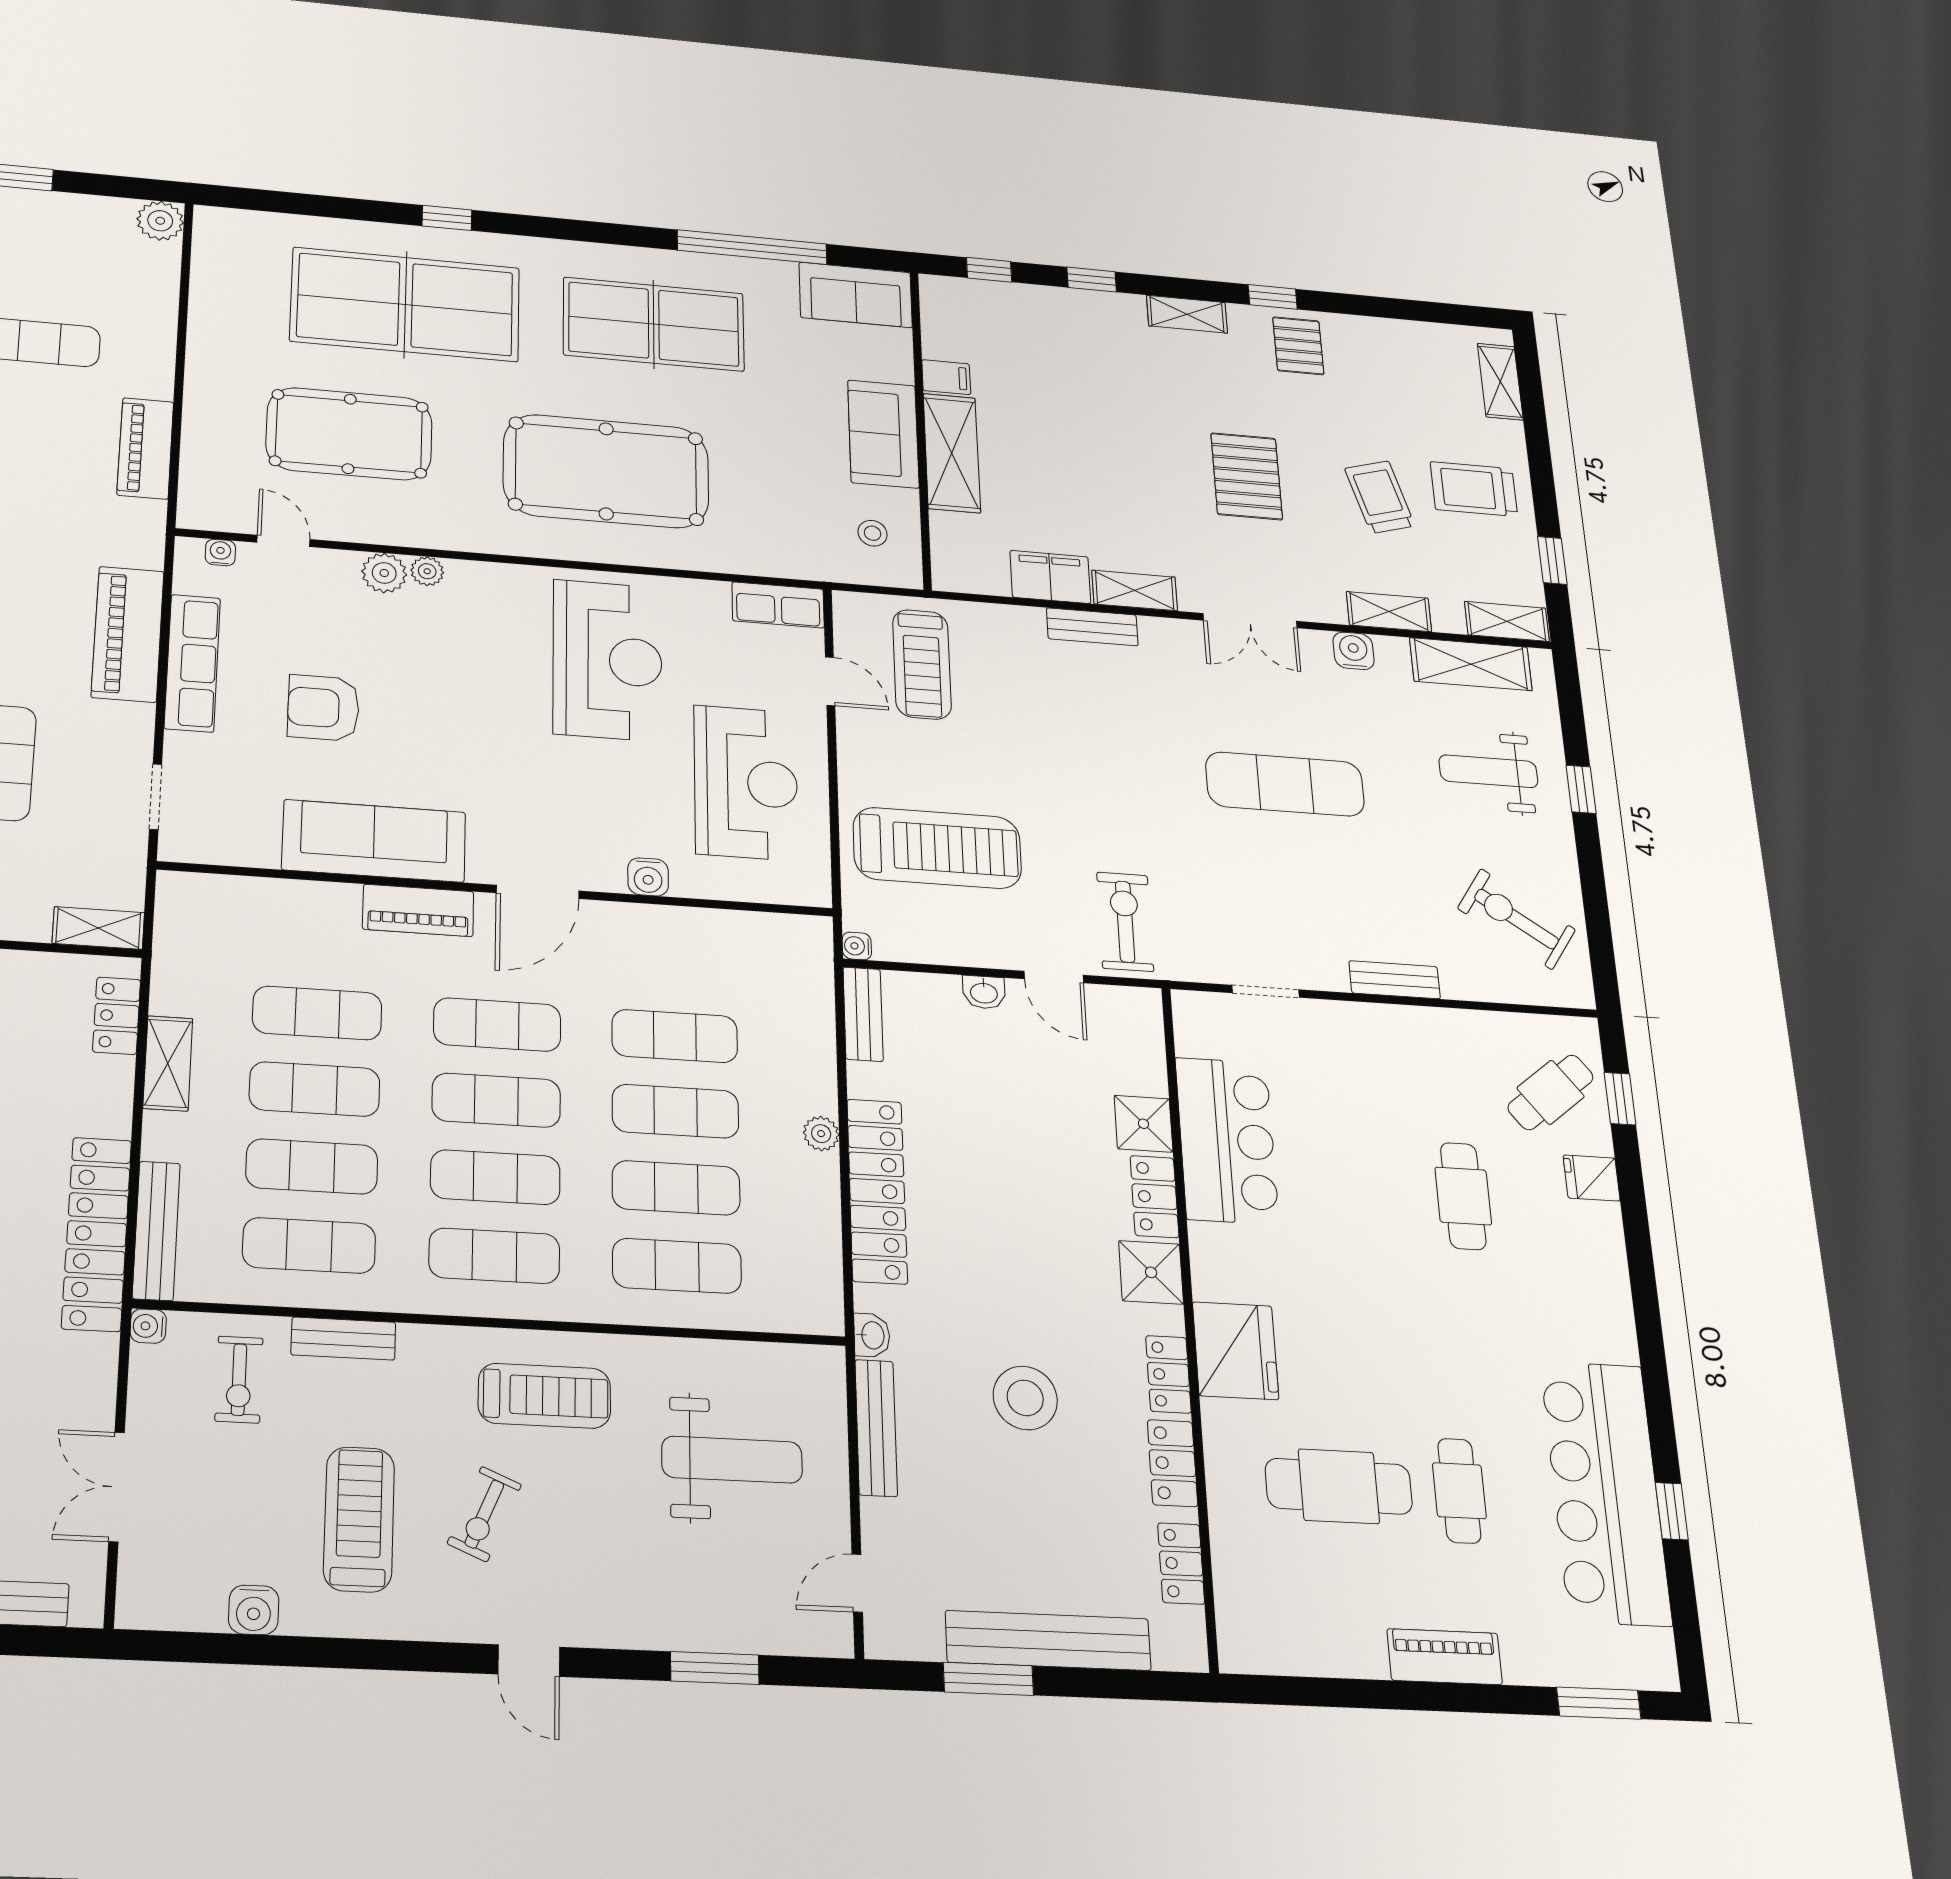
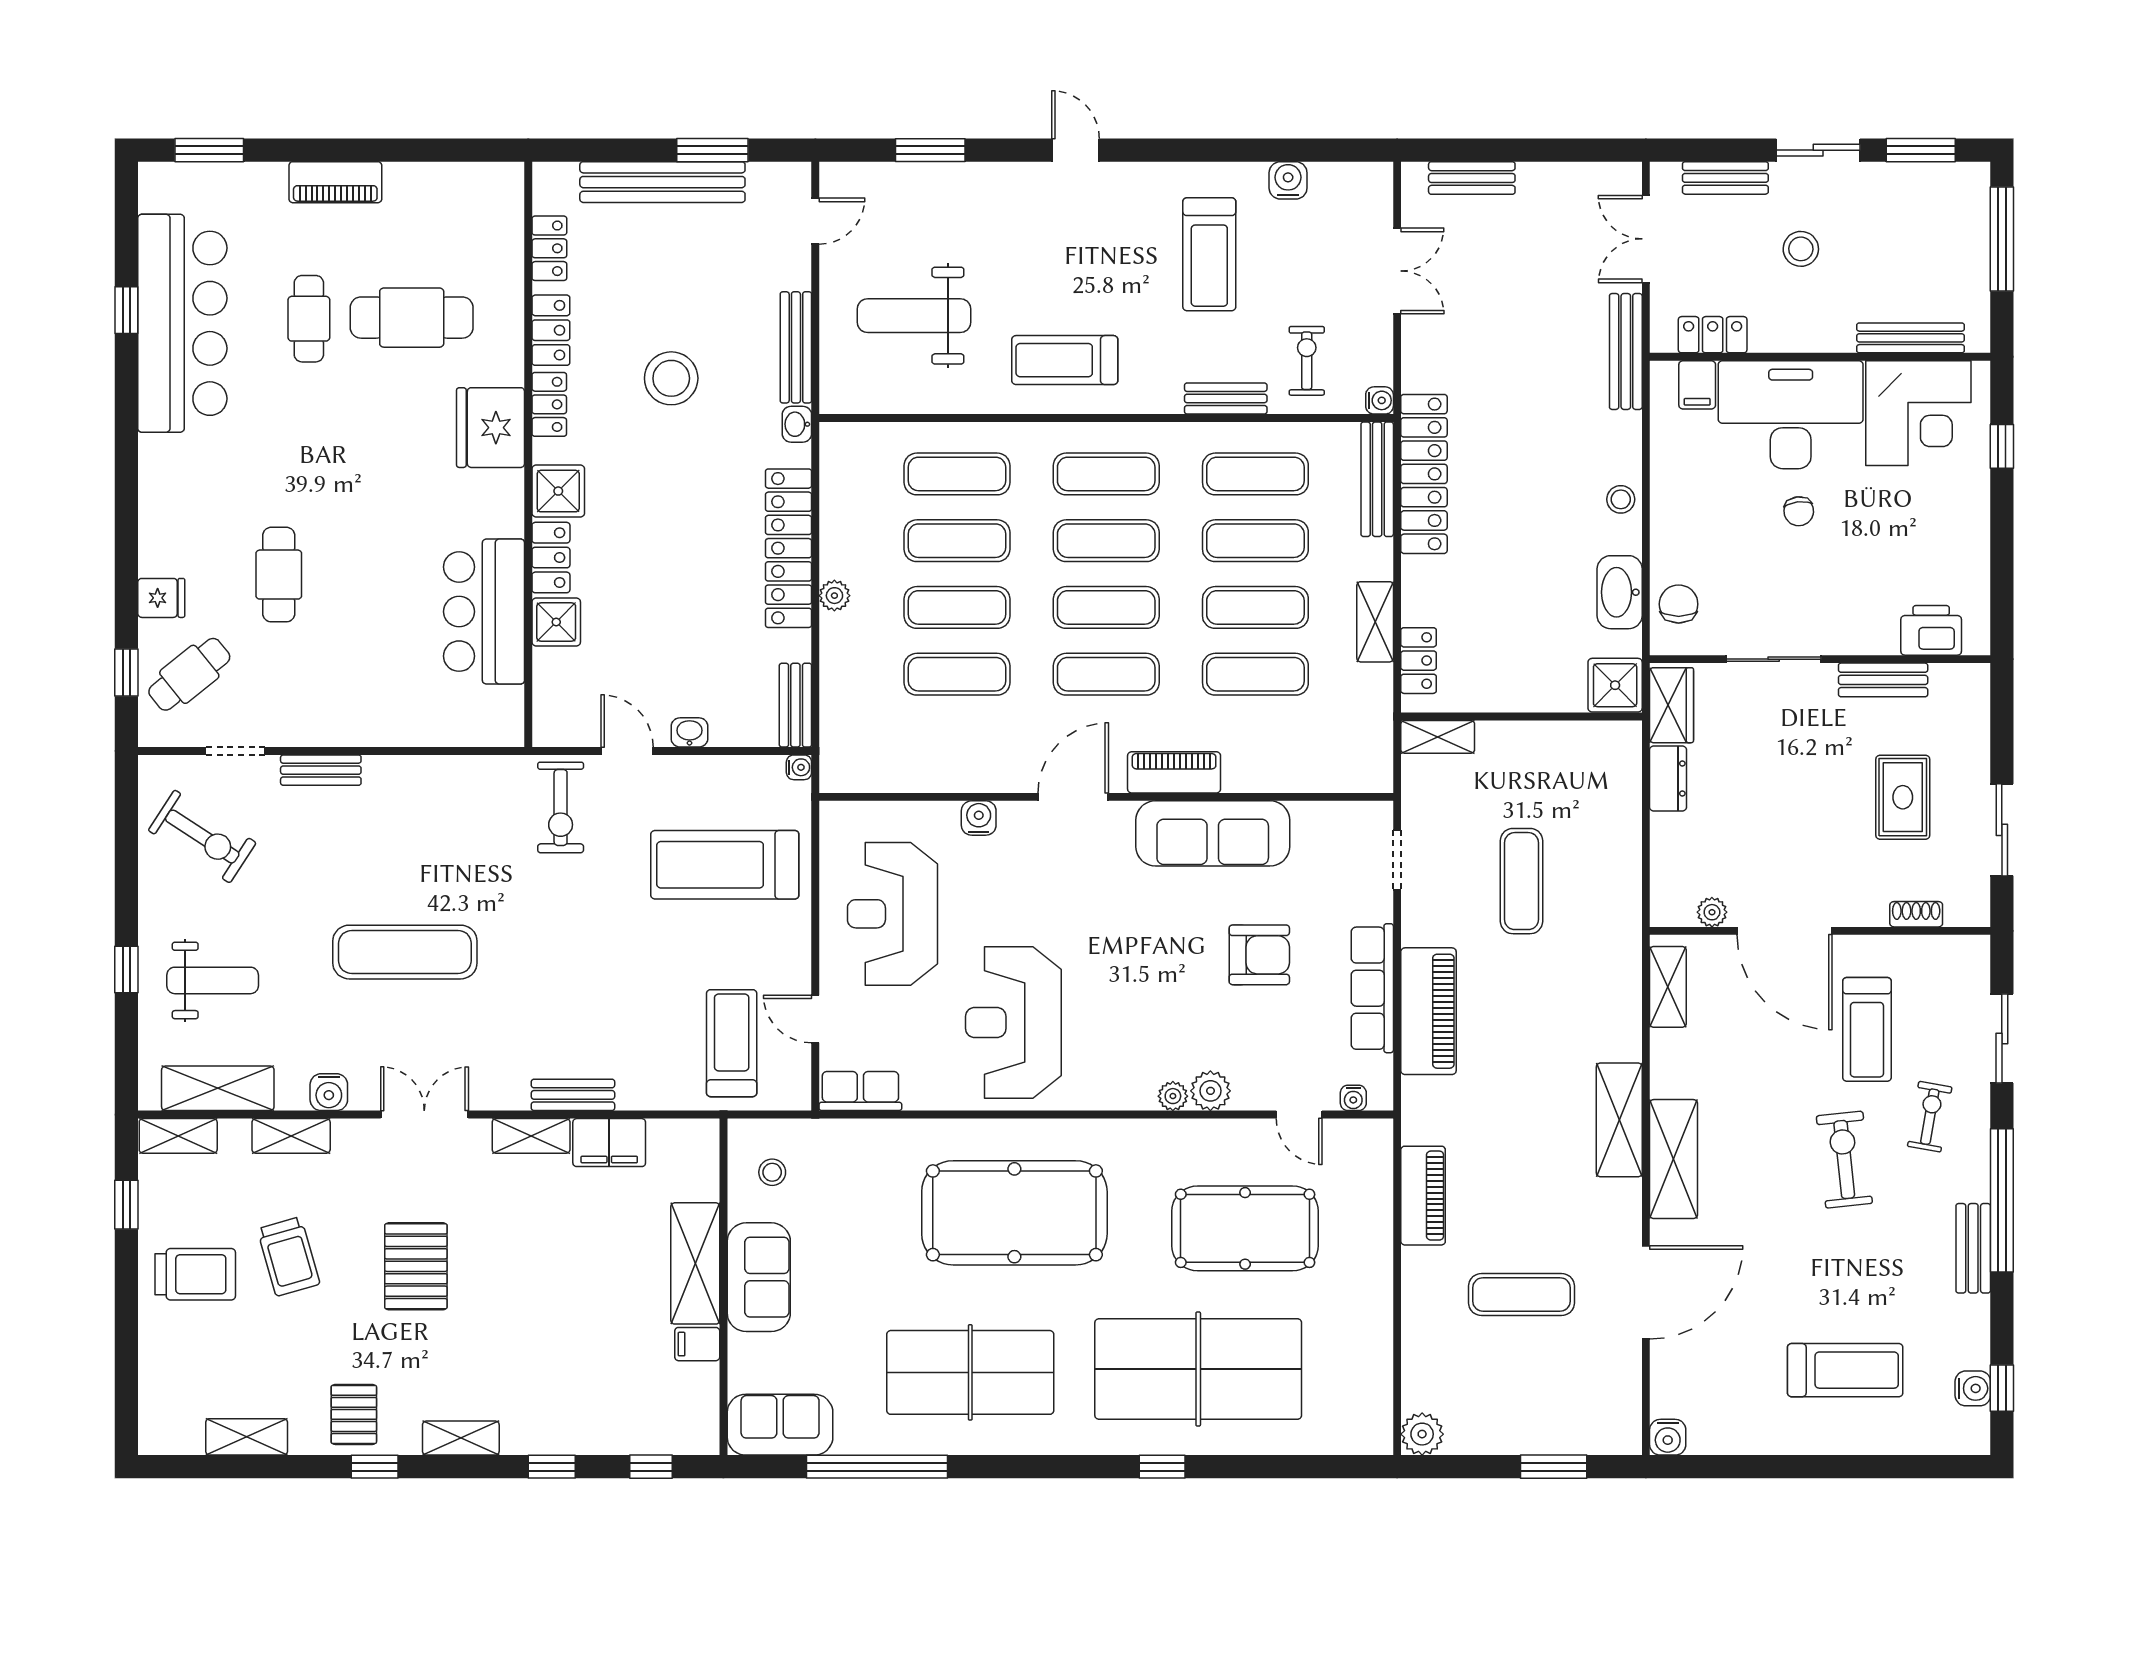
shelving: (1500, 382) -> (247, 1437), moved, turned 90
doorway: (1266, 991) -> (235, 751), moved
exercise bike: (484, 1514) -> (1112, 263), removed

